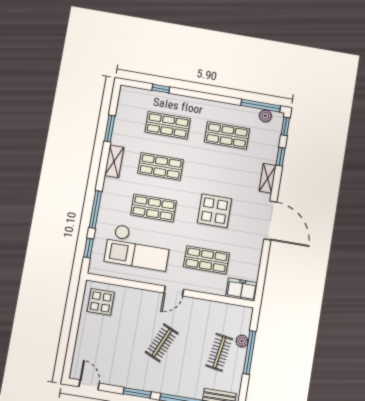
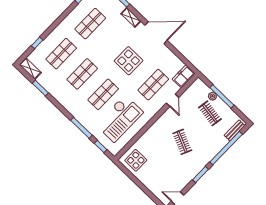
shelving: (114, 161) -> (30, 69), moved
door: (174, 291) -> (173, 100), moved

